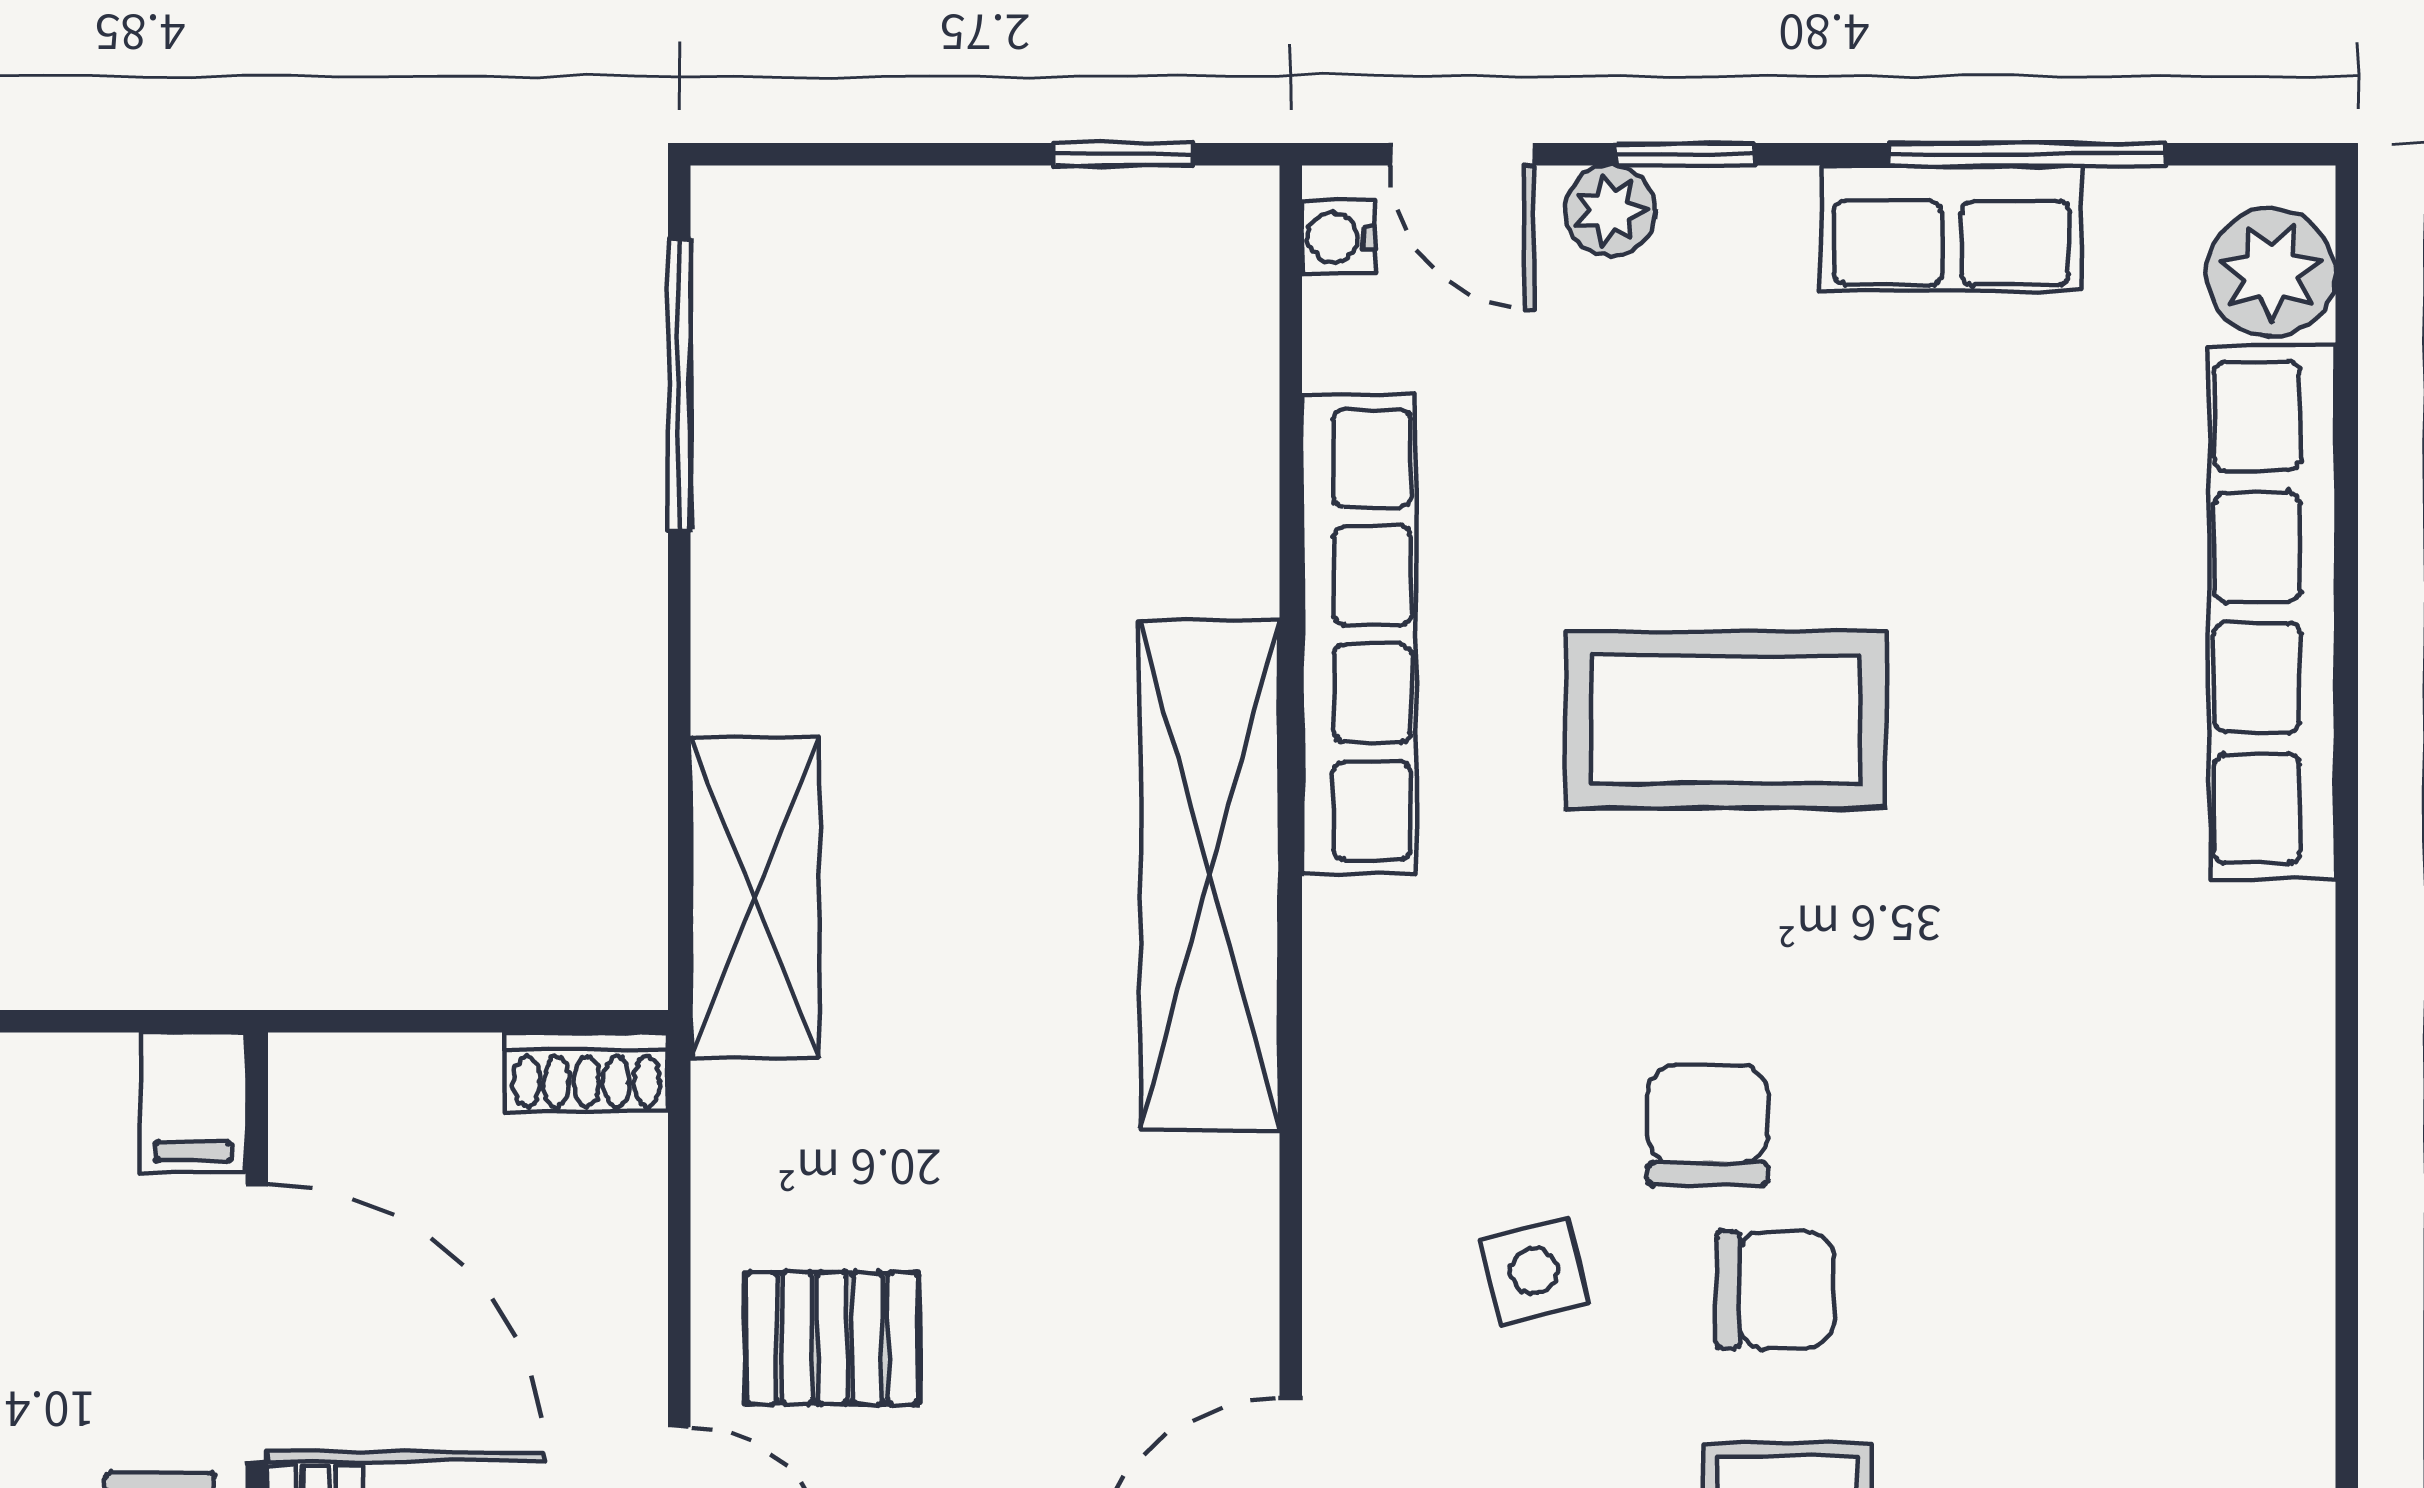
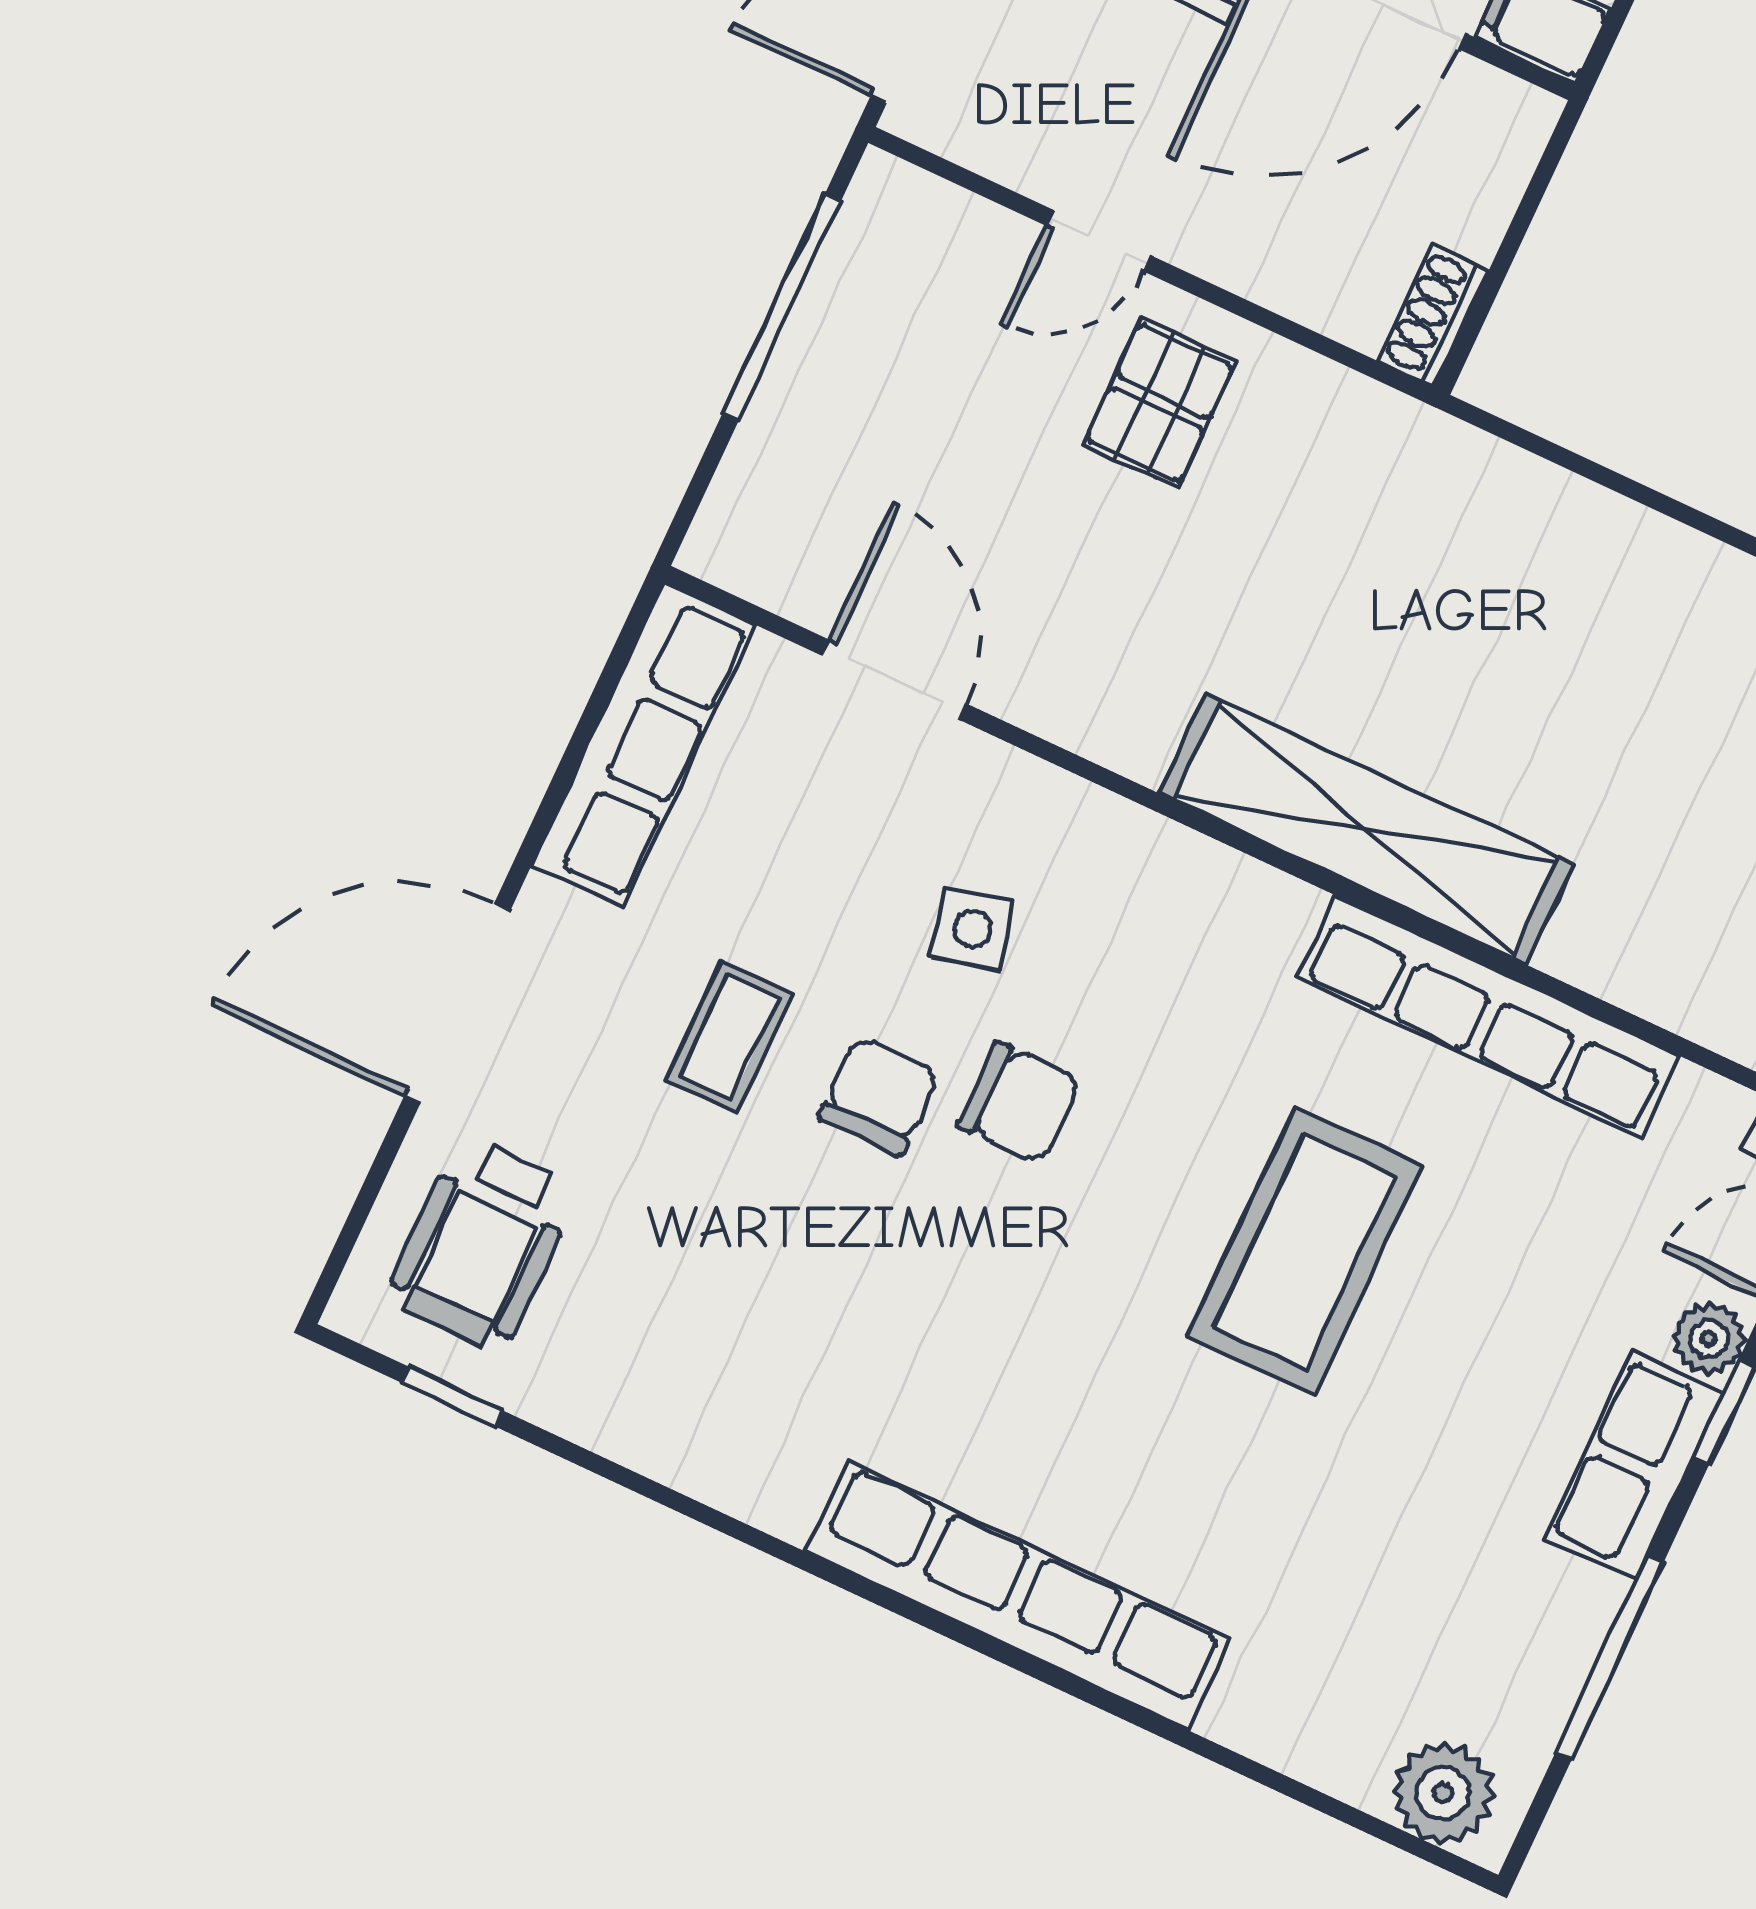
row of seats: (1952, 228) -> (1635, 1466), moved
row of seats: (2272, 612) -> (1018, 1596), moved
shelving: (755, 898) -> (1502, 495), removed
chair: (1775, 1290) -> (879, 1096), turned 180

